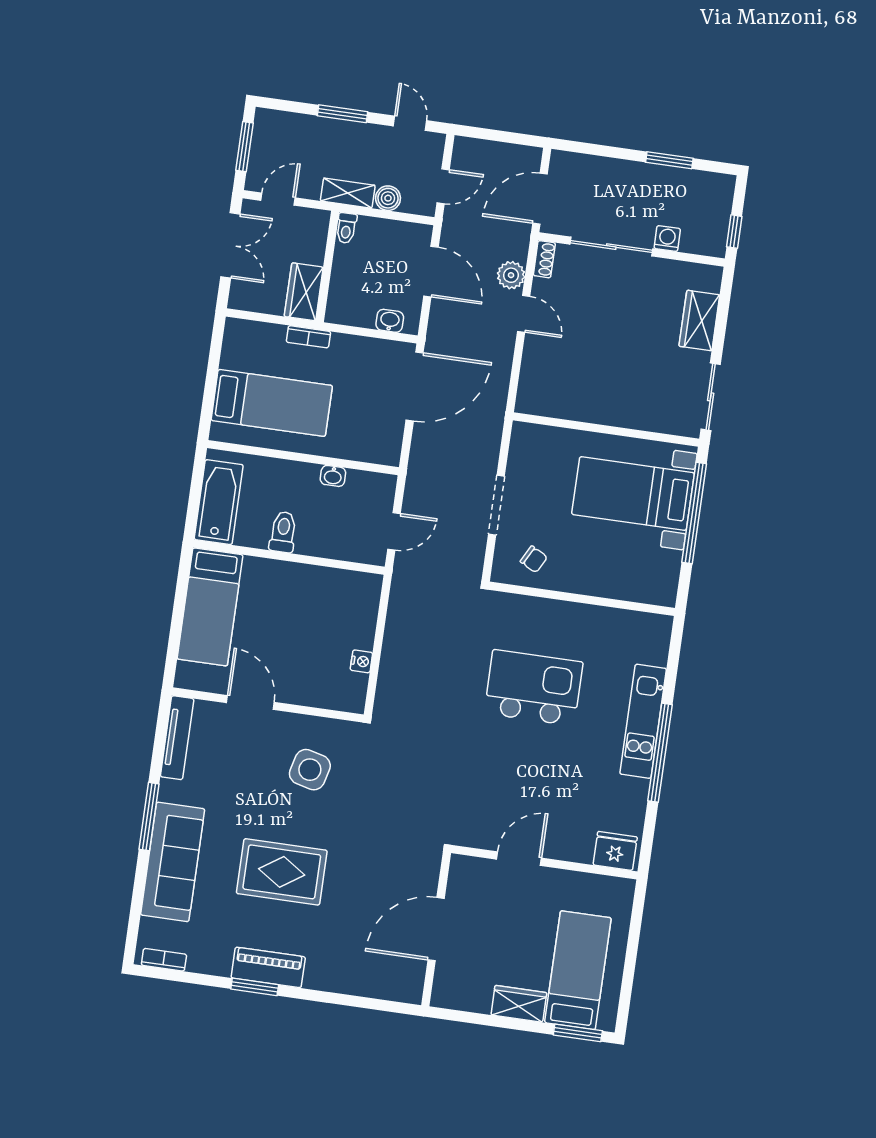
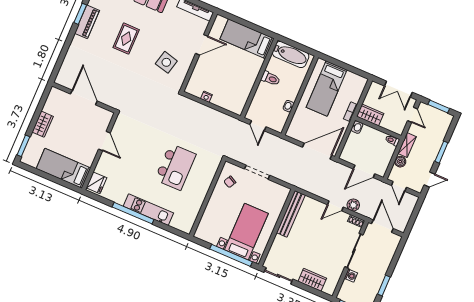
washbasin: (390, 321) -> (357, 127), moved
door: (415, 386) -> (317, 151), swing flipped
bench: (568, 407) -> (291, 214), added
rug: (282, 872) -> (126, 39), width x0.73, depth x0.70
bed: (578, 970) -> (63, 168), moved, turned 180

